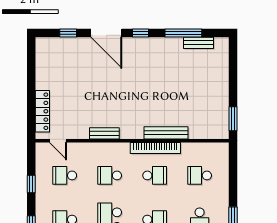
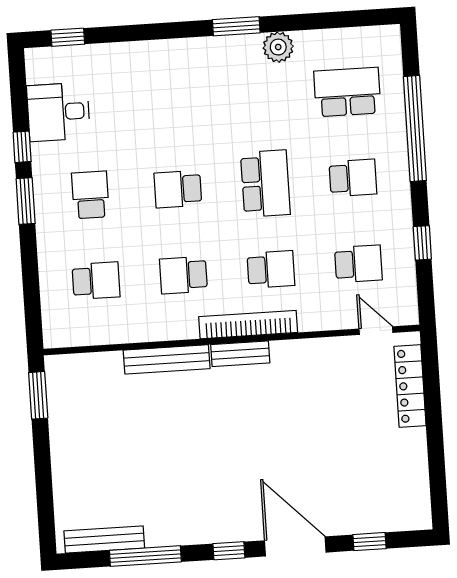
bench: (198, 43) -> (104, 539), width x1.36
bench: (104, 133) -> (240, 354), moved
bookcase: (155, 148) -> (248, 325), moved

